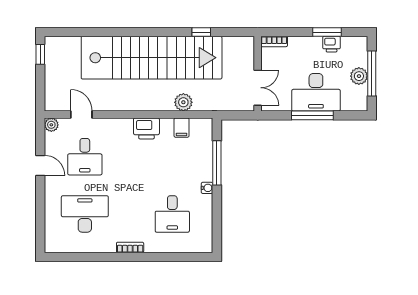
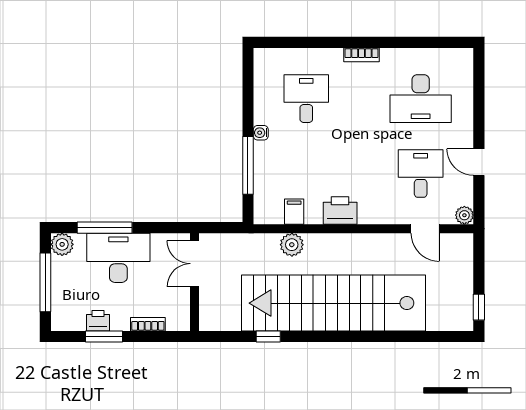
bookcase: (274, 41) -> (148, 324), moved
plant: (359, 76) -> (62, 244), moved
window: (312, 115) -> (105, 228), moved

